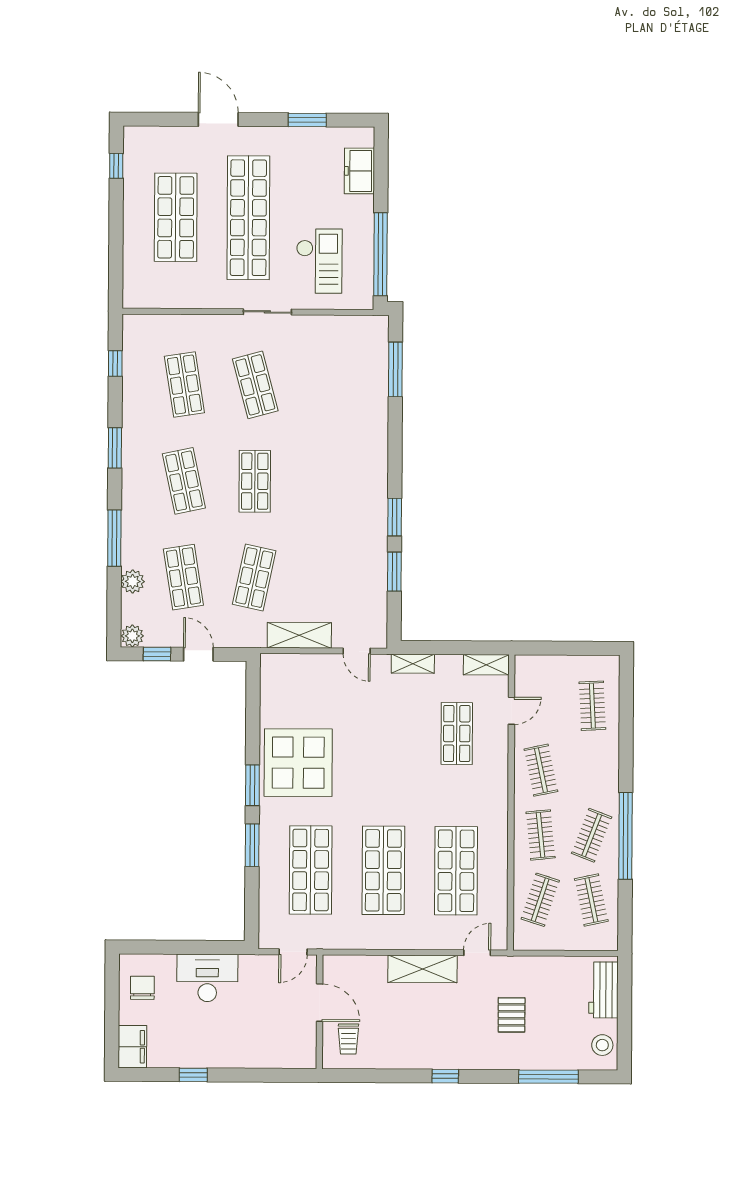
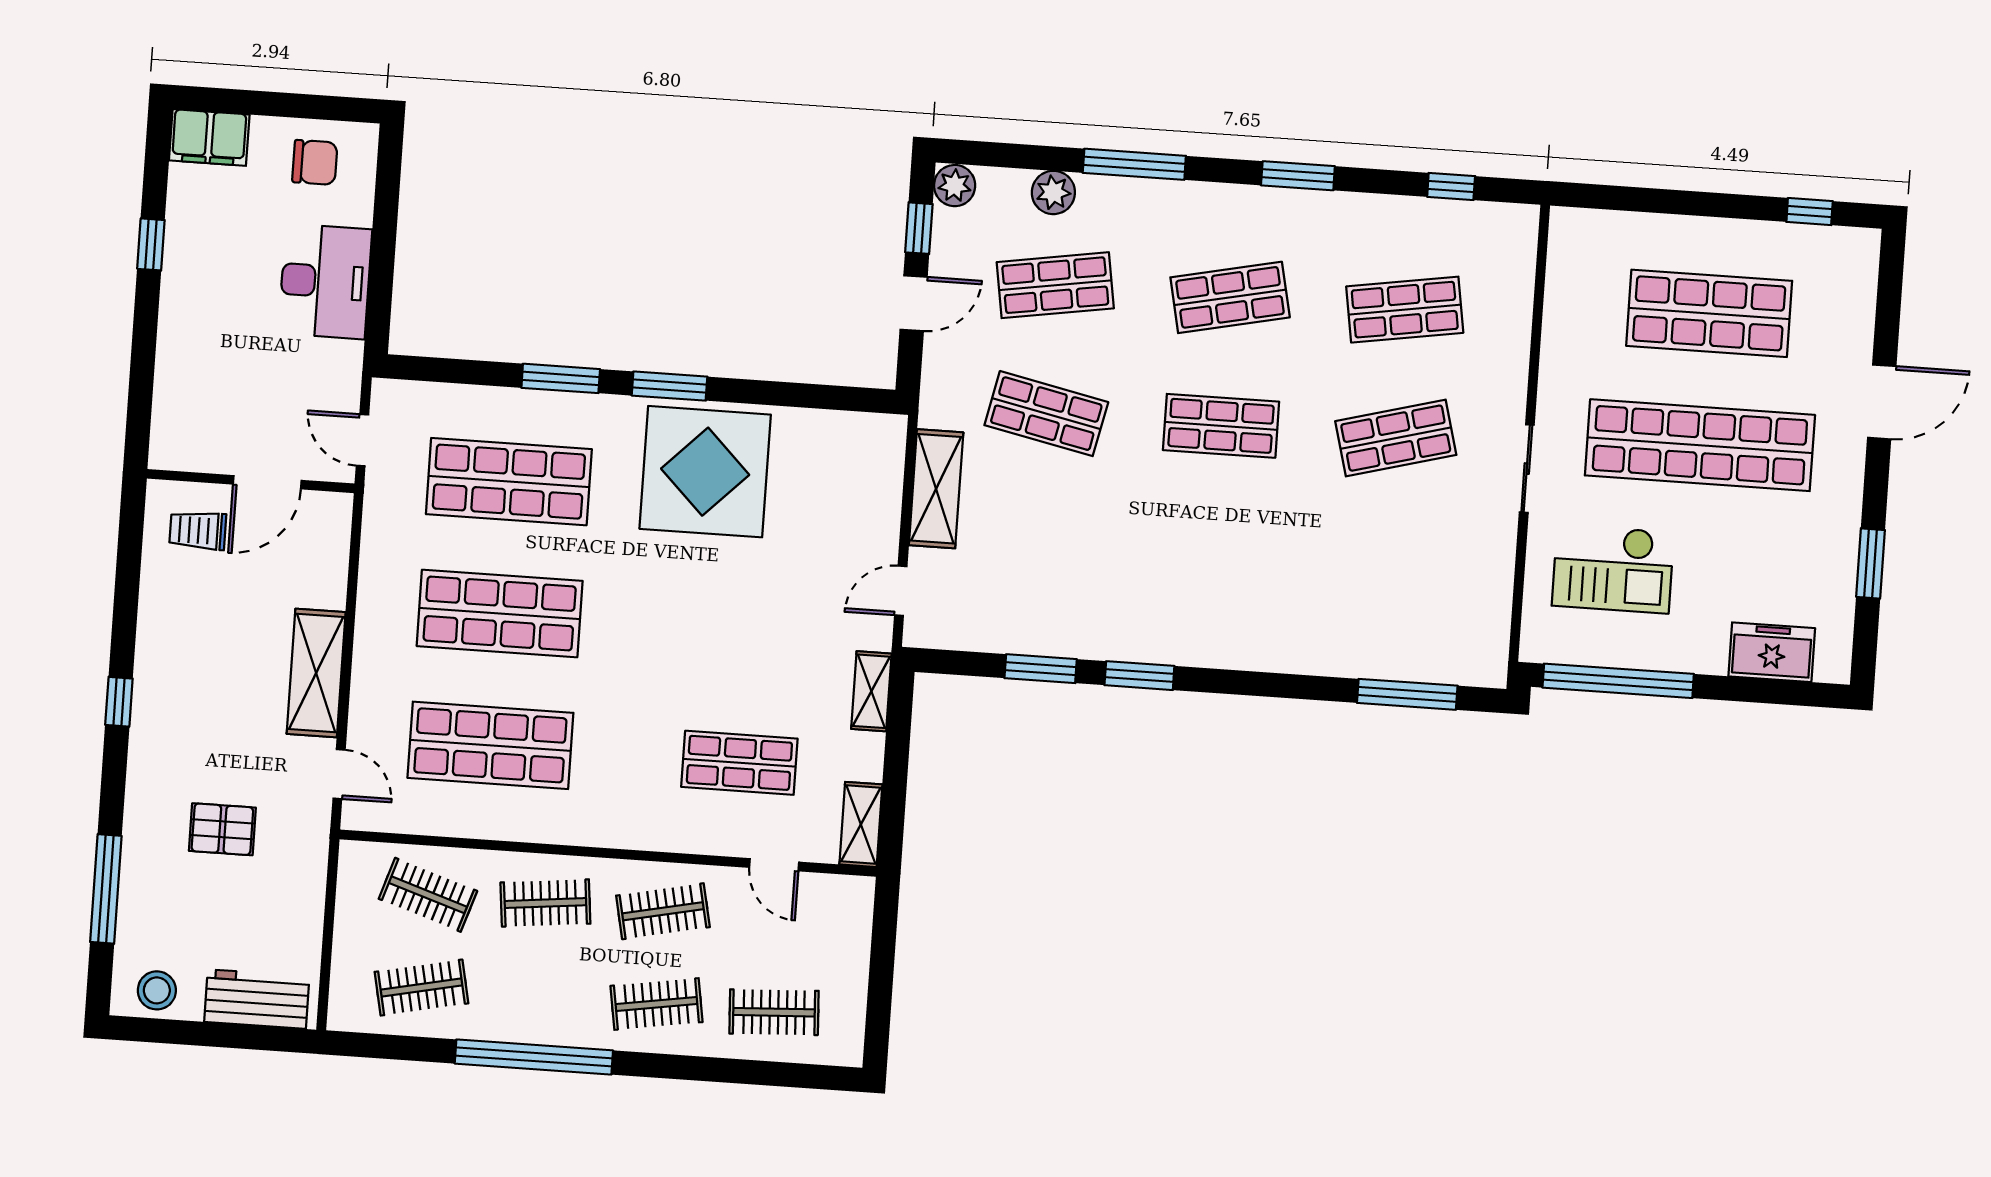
clothes rail: (592, 835) -> (656, 1004), moved, turned -30

